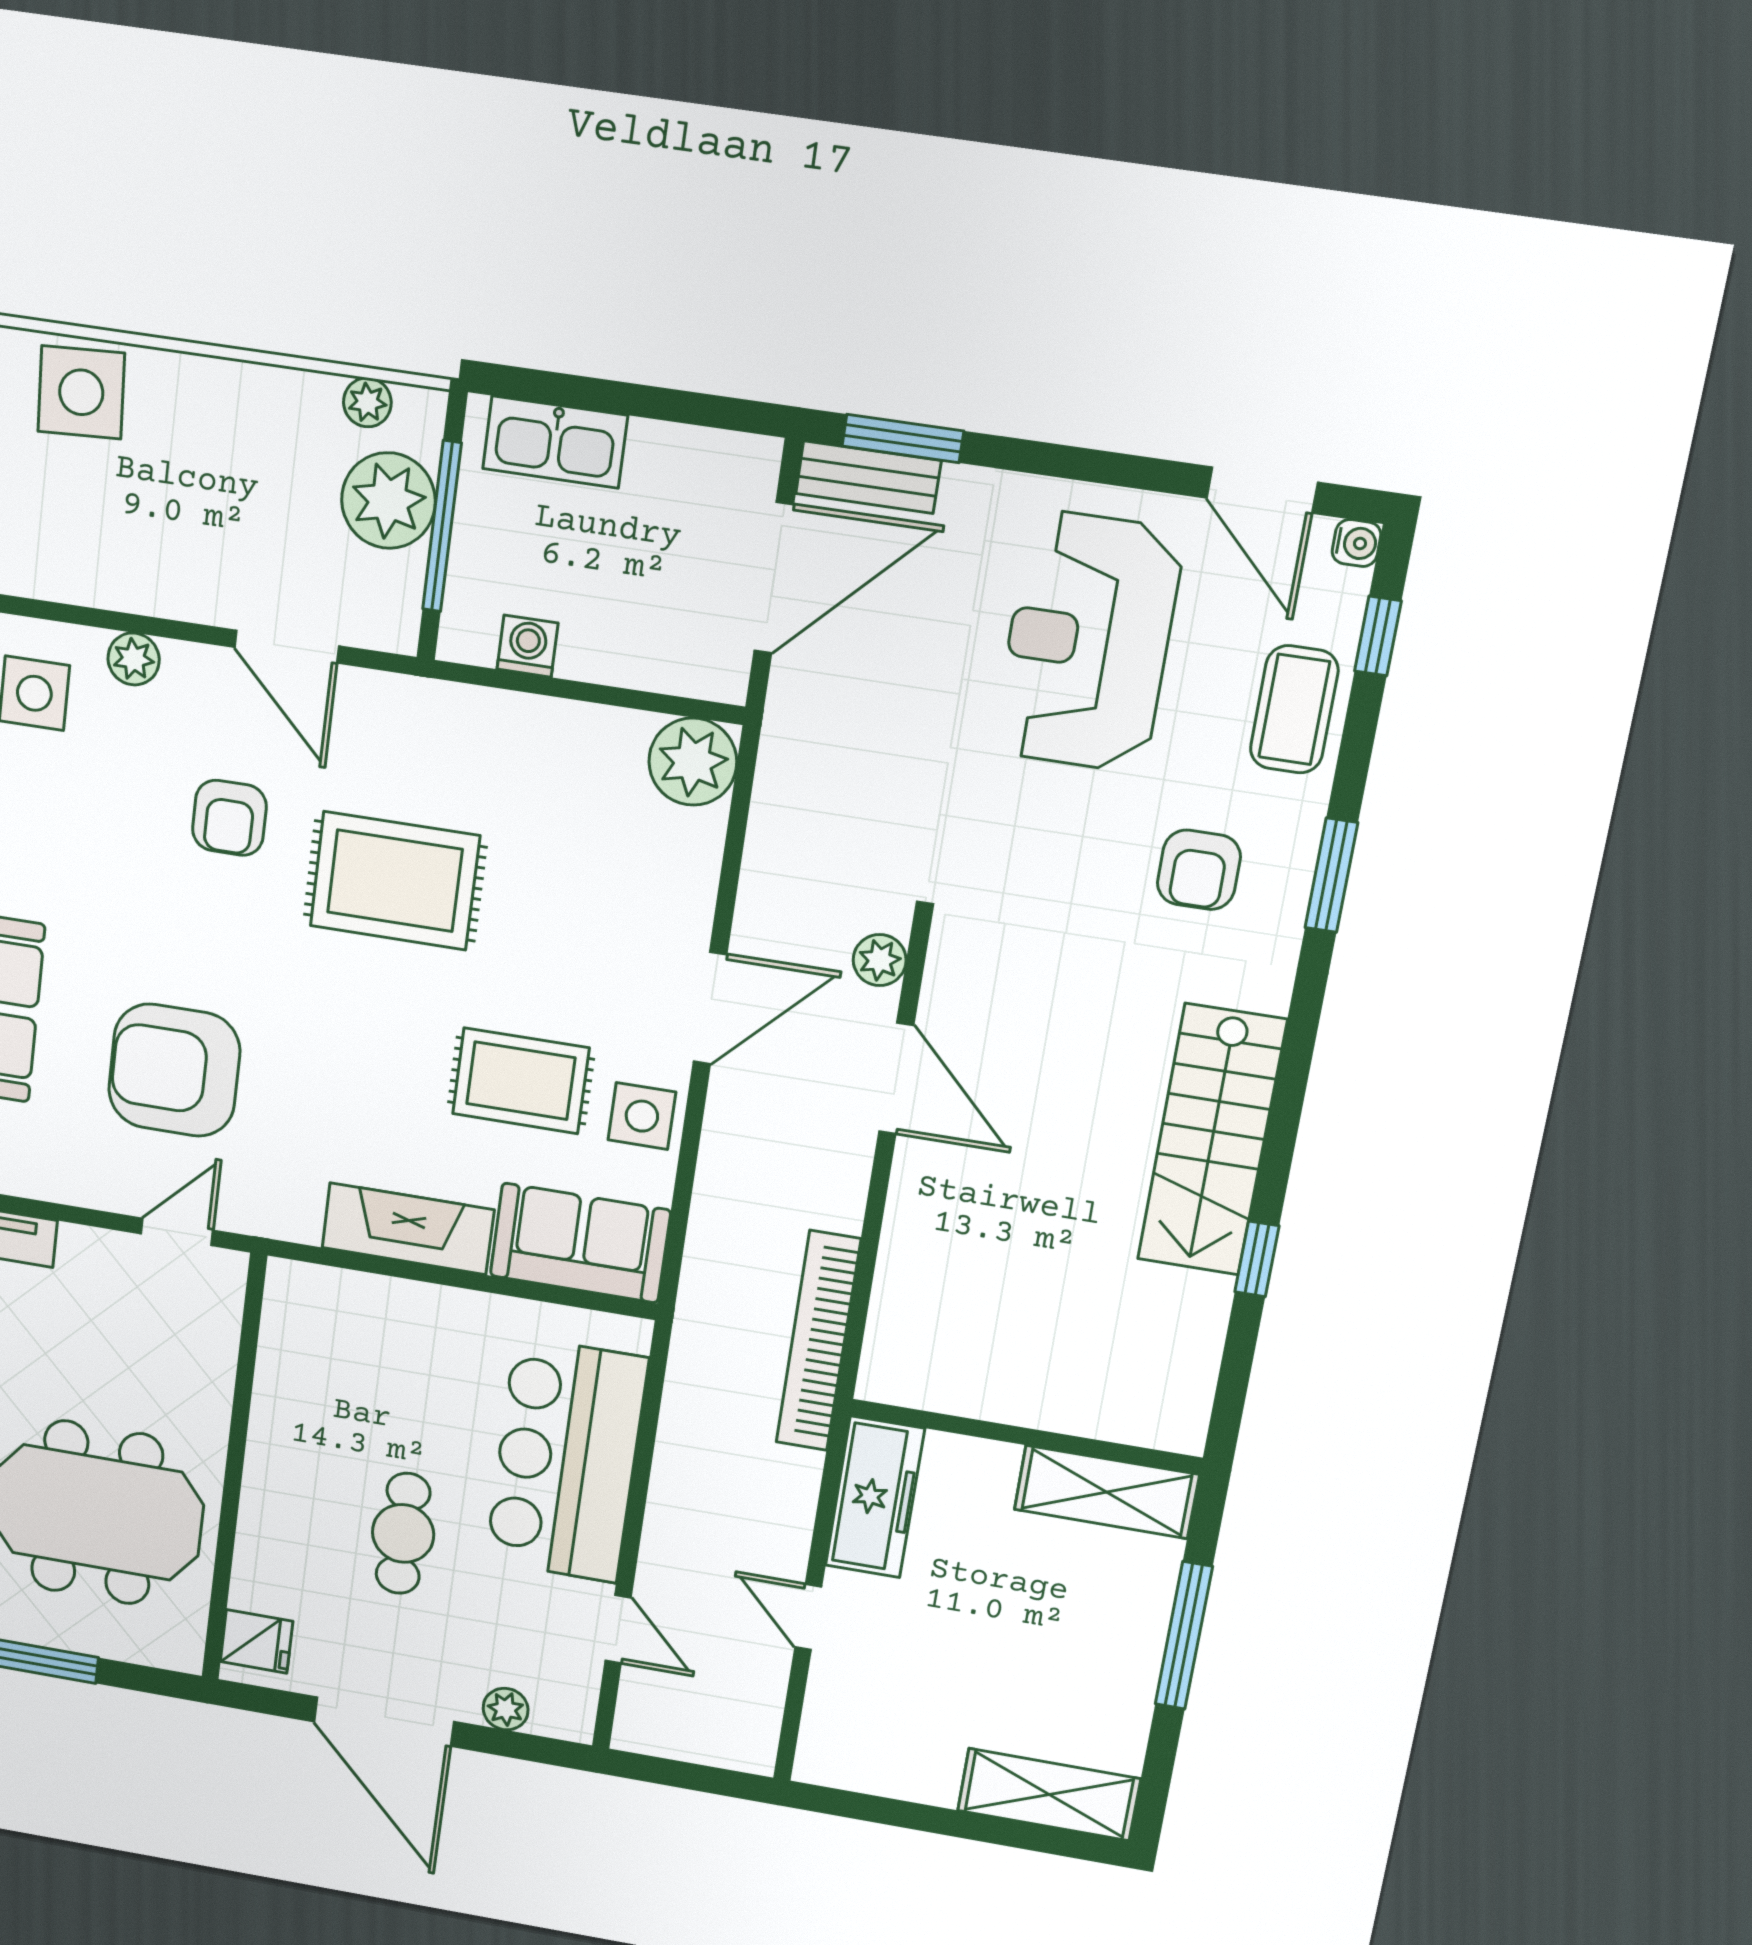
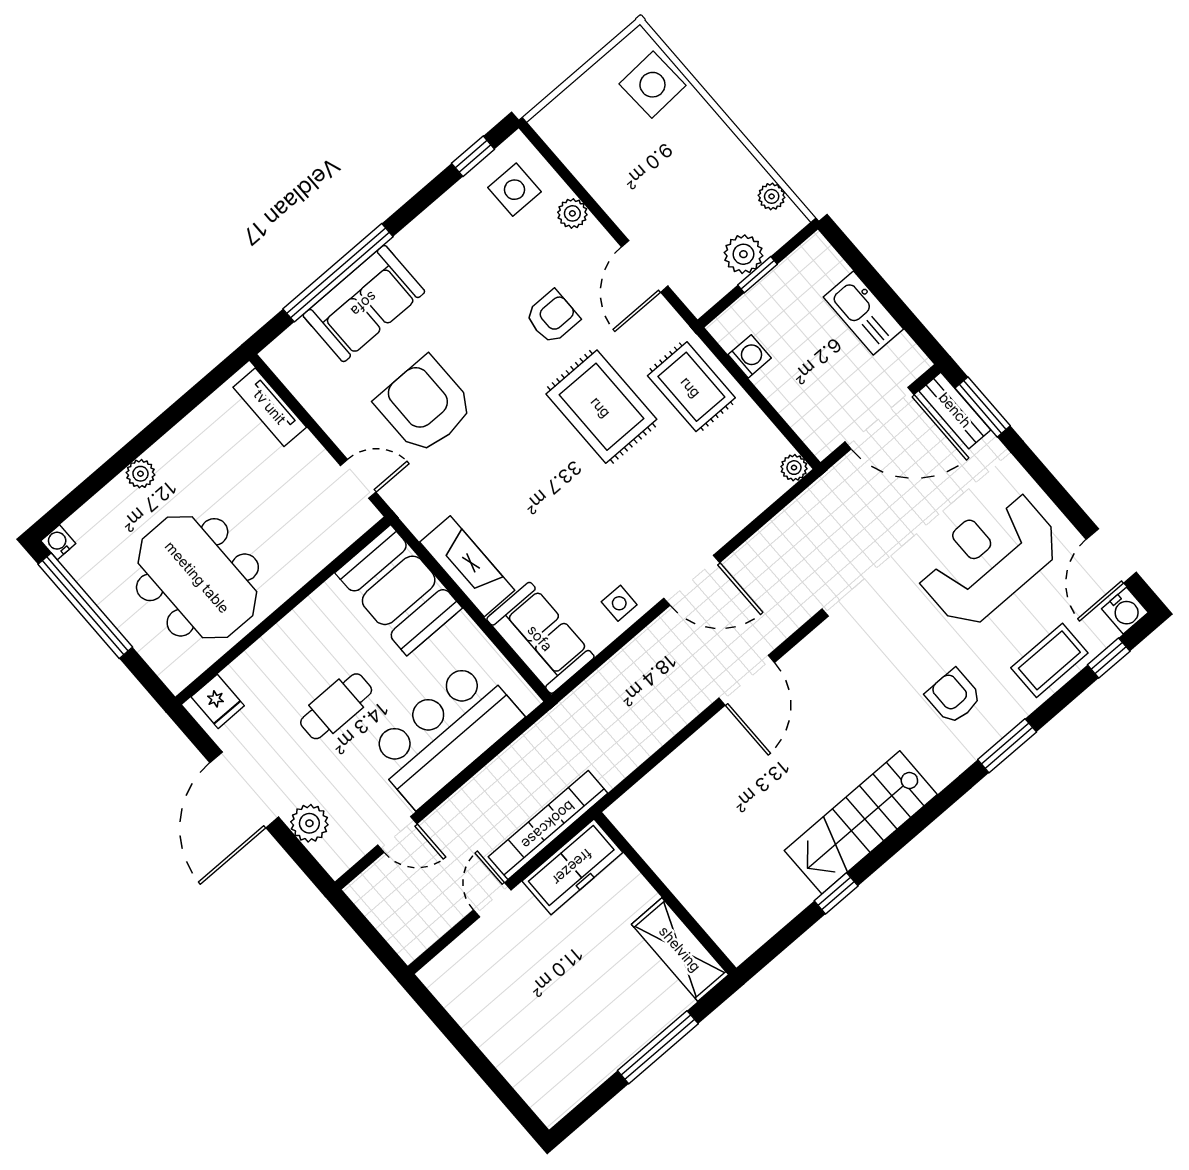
kitchen sink: (555, 442) -> (863, 313), moved
plant: (388, 501) -> (743, 254), width x0.73, depth x0.73
window: (442, 526) -> (758, 275), width x0.46
water cooler: (1356, 543) -> (1125, 611), width x1.38, depth x1.38
plant: (693, 762) -> (794, 468), width x0.53, depth x0.53
armchair: (229, 818) -> (552, 317), turned 180
armchair: (1199, 870) -> (954, 696), turned 90
plant: (880, 960) -> (784, 621), removed
rug: (521, 1081) -> (691, 387), moved
side table: (642, 1116) -> (619, 603), width x0.73, depth x0.73
booth: (351, 1329) -> (399, 590), added
bookcase: (818, 1341) -> (548, 825), moved
door: (618, 1629) -> (397, 834), hinge flipped
plant: (506, 1709) -> (309, 823), width x1.38, depth x1.38
shelving: (1049, 1795) -> (531, 1077), removed

